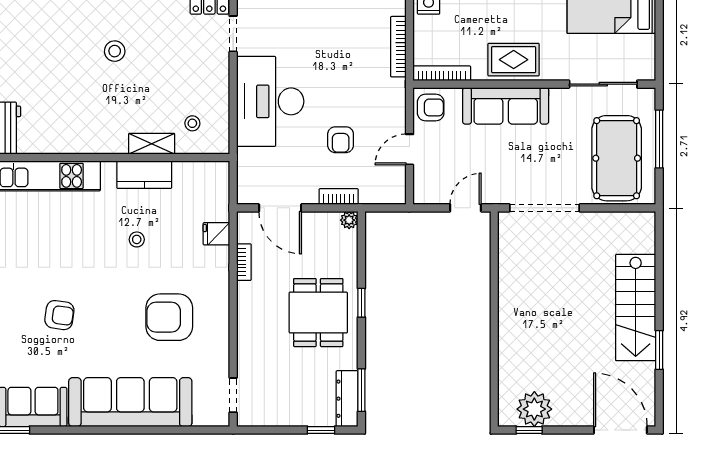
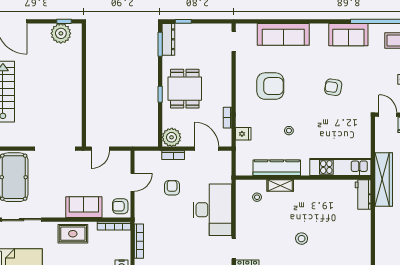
sofa: (506, 106) -> (84, 207), width x0.73
kitchen counter: (144, 175) -> (277, 168), width x1.50
plant: (349, 220) -> (172, 137), width x1.88, depth x1.88
sofa: (130, 402) -> (283, 34), width x0.74, depth x0.79

